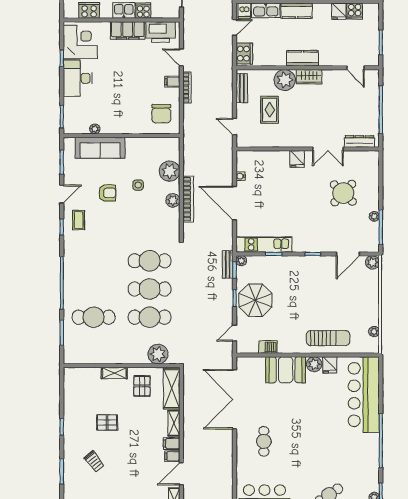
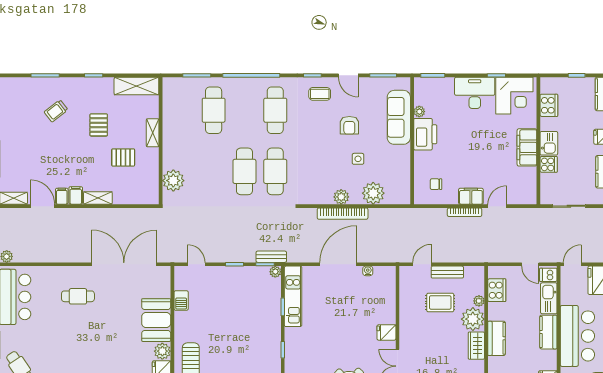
printer: (160, 32) -> (425, 134), moved, turned 180
cooker: (244, 54) -> (497, 290), moved, turned -90
plant: (268, 74) -> (479, 301), added
filing cabinet: (172, 82) -> (471, 196), width x2.00
bench: (242, 88) -> (447, 272), moved
chair: (161, 114) -> (436, 184), width x0.54, depth x0.54
parasol: (255, 300) -> (232, 287), removed
cafe table: (150, 317) -> (275, 110), moved
pallet: (142, 386) -> (123, 157), moved
shelving: (172, 389) -> (136, 86), moved

